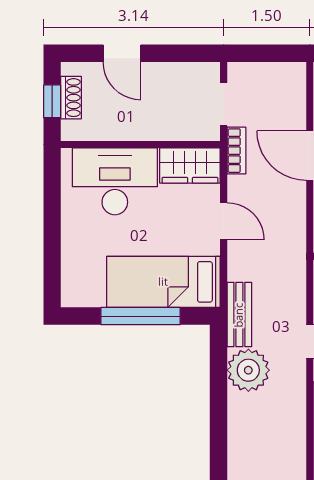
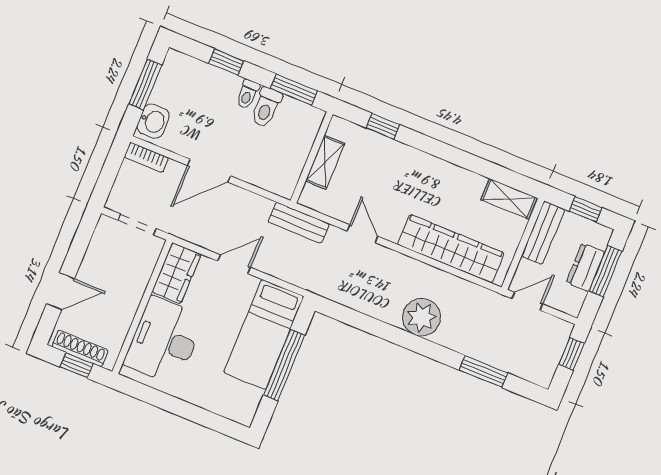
shoe rack: (71, 98) -> (80, 348), width x1.43
bookcase: (236, 151) -> (146, 157), moved, turned 180
bench: (239, 315) -> (299, 223), moved
plant: (248, 370) -> (421, 317), moved

